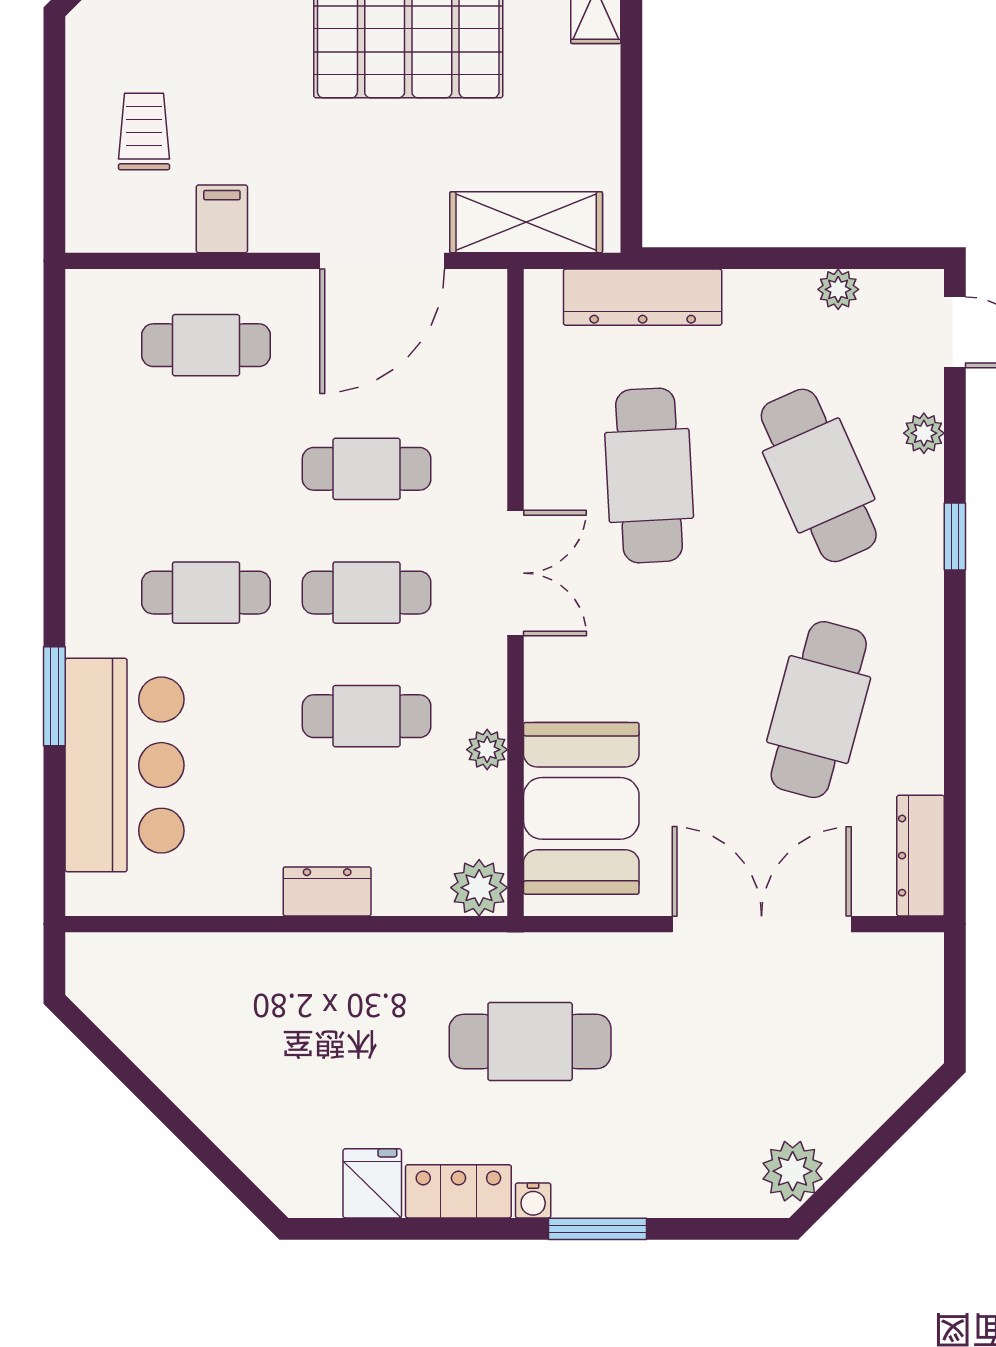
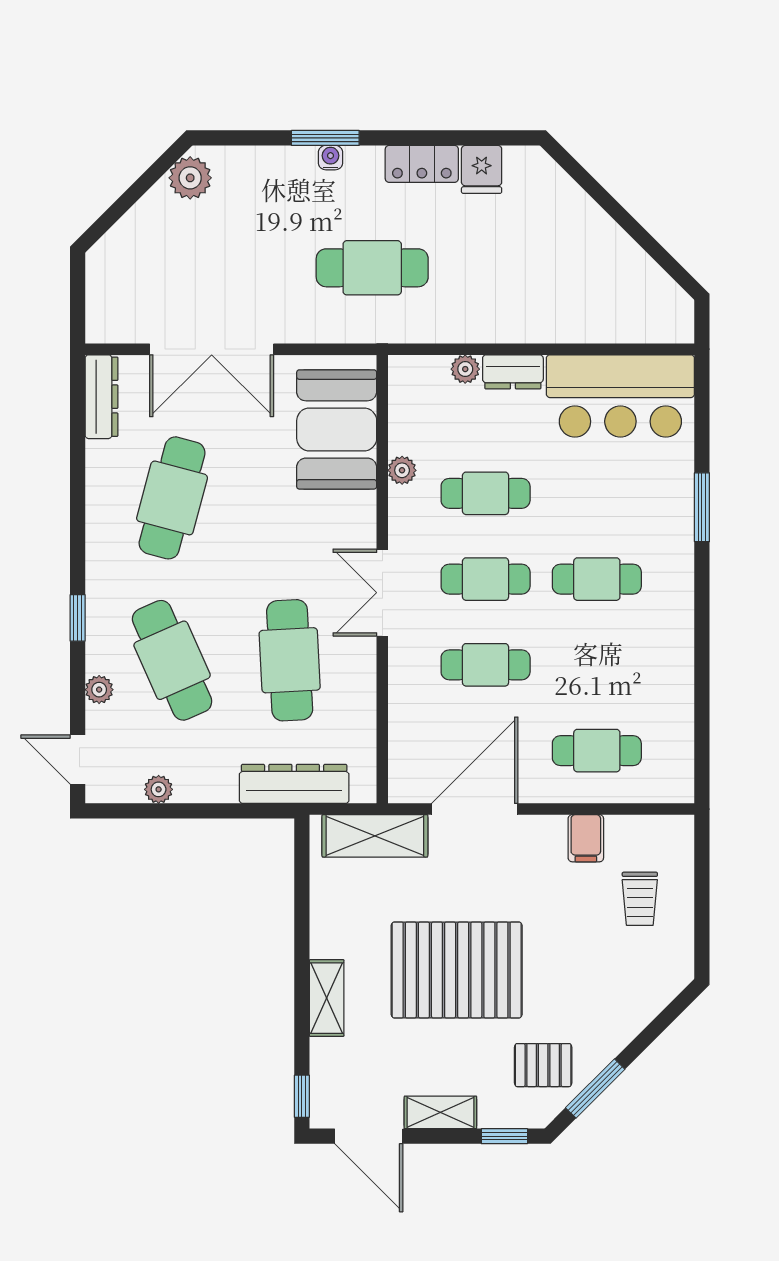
bar counter: (125, 765) -> (620, 396), moved, turned -90
plant: (479, 888) -> (465, 369), moved, width x0.73, depth x0.73
water cooler: (533, 1200) -> (330, 158), moved

